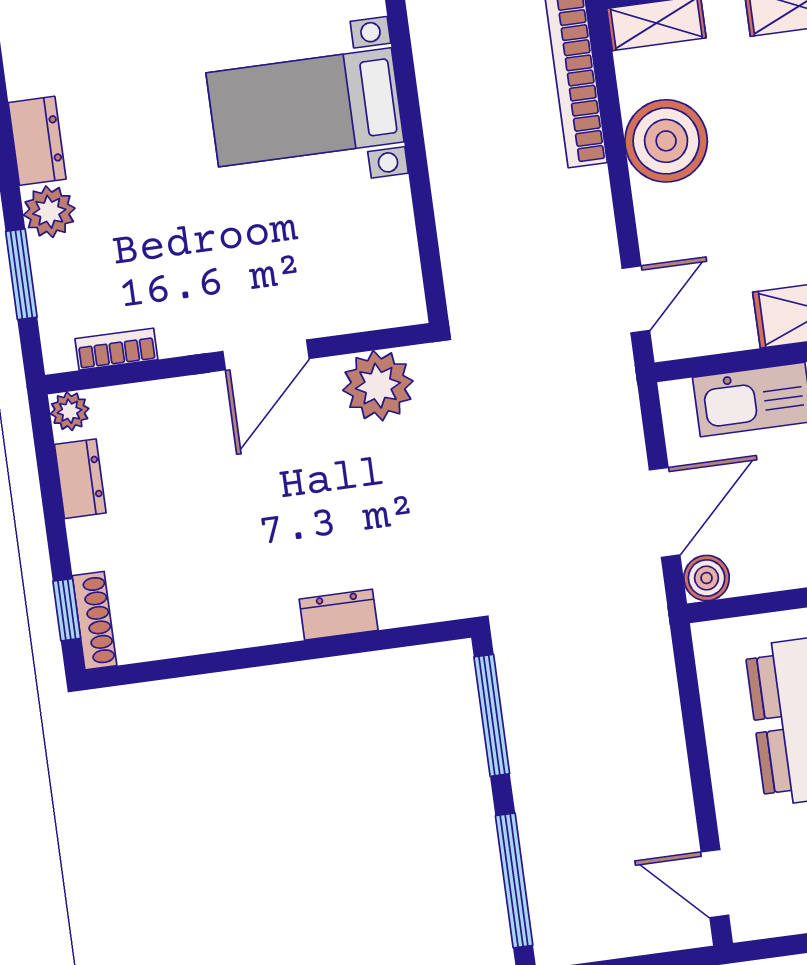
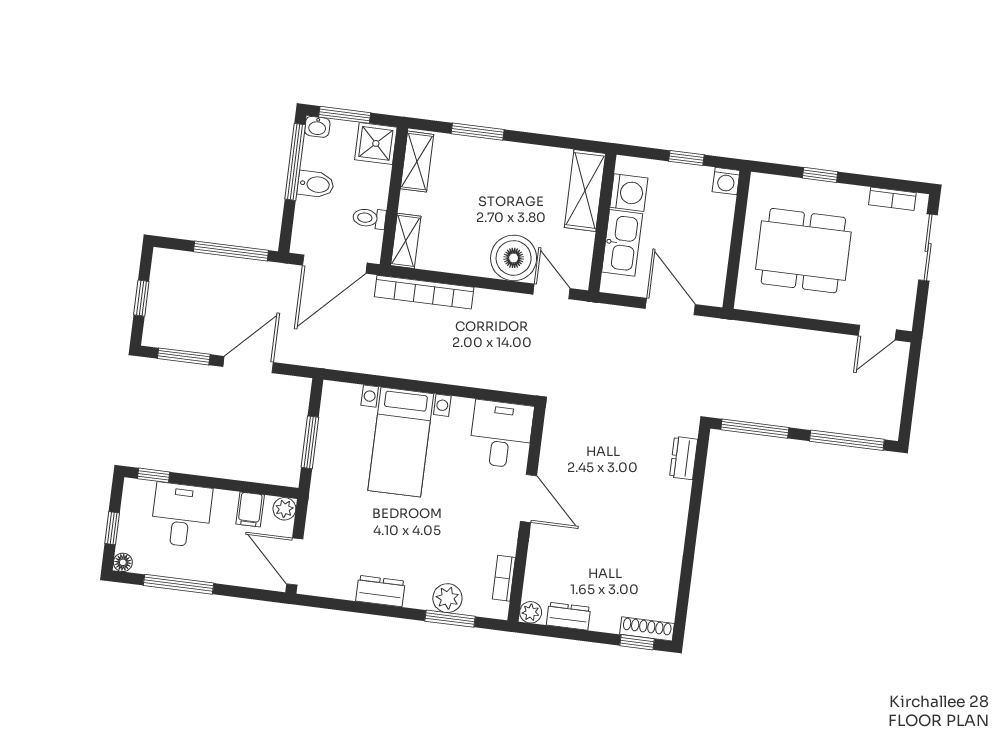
boiler: (666, 141) -> (514, 258), moved
plant: (49, 212) -> (447, 598), moved
desk: (365, 278) -> (501, 434), added
plant: (378, 386) -> (561, 443), removed
boiler: (707, 578) -> (712, 293), removed
dresser: (339, 615) -> (684, 458), moved

